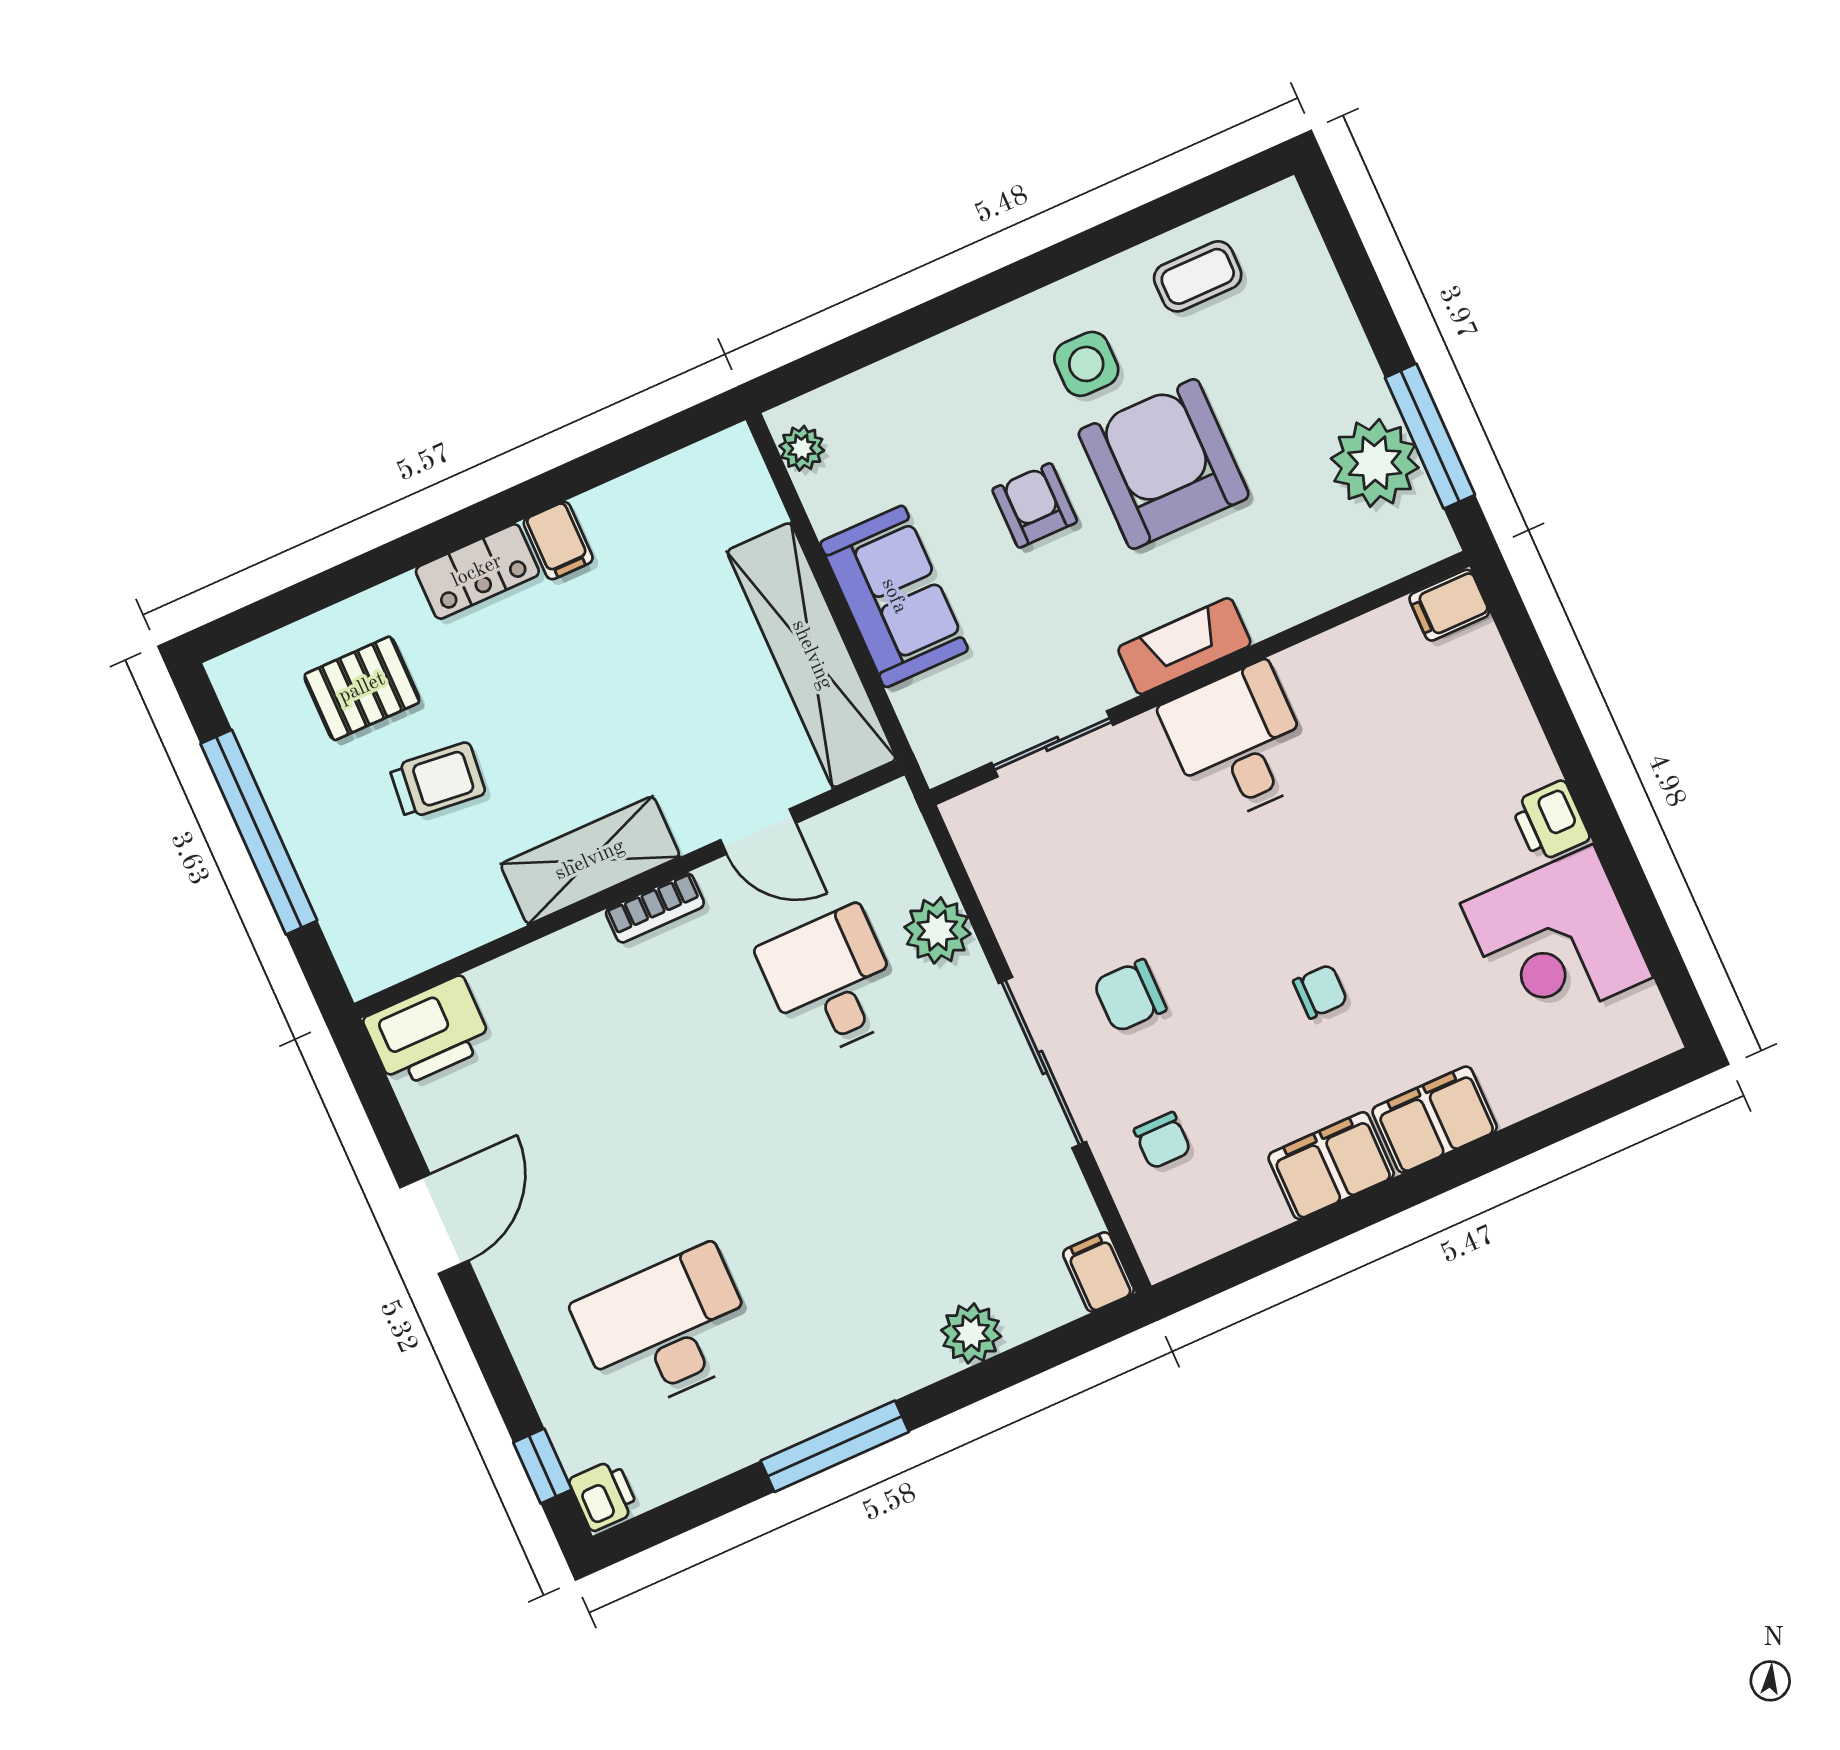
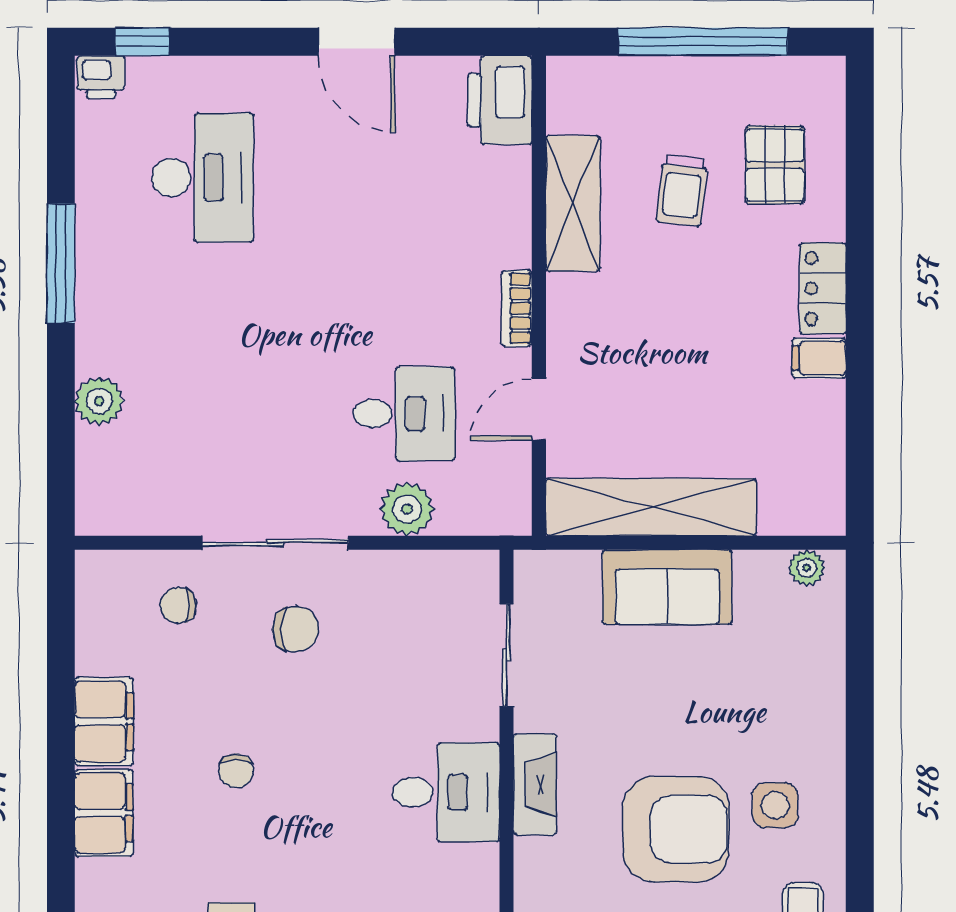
armchair: (1035, 505) -> (688, 721), removed
shelving: (590, 860) -> (573, 204), moved
chair: (1130, 996) -> (295, 629), turned 90
filing cabinet: (1099, 1272) -> (102, 515), removed

